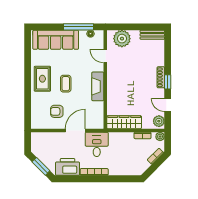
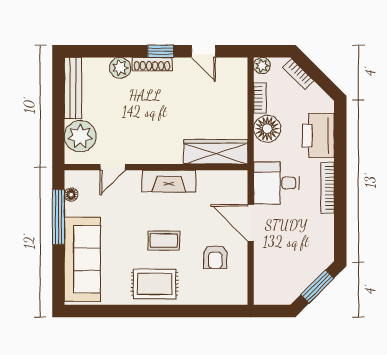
bench: (152, 35) -> (73, 88), width x1.36
door: (168, 105) -> (204, 51), hinge flipped
plant: (159, 121) -> (120, 68), moved
wardrobe: (124, 122) -> (216, 152), moved, turned 90
floor lamp: (126, 139) -> (267, 129), added
printer: (68, 167) -> (318, 136), moved

